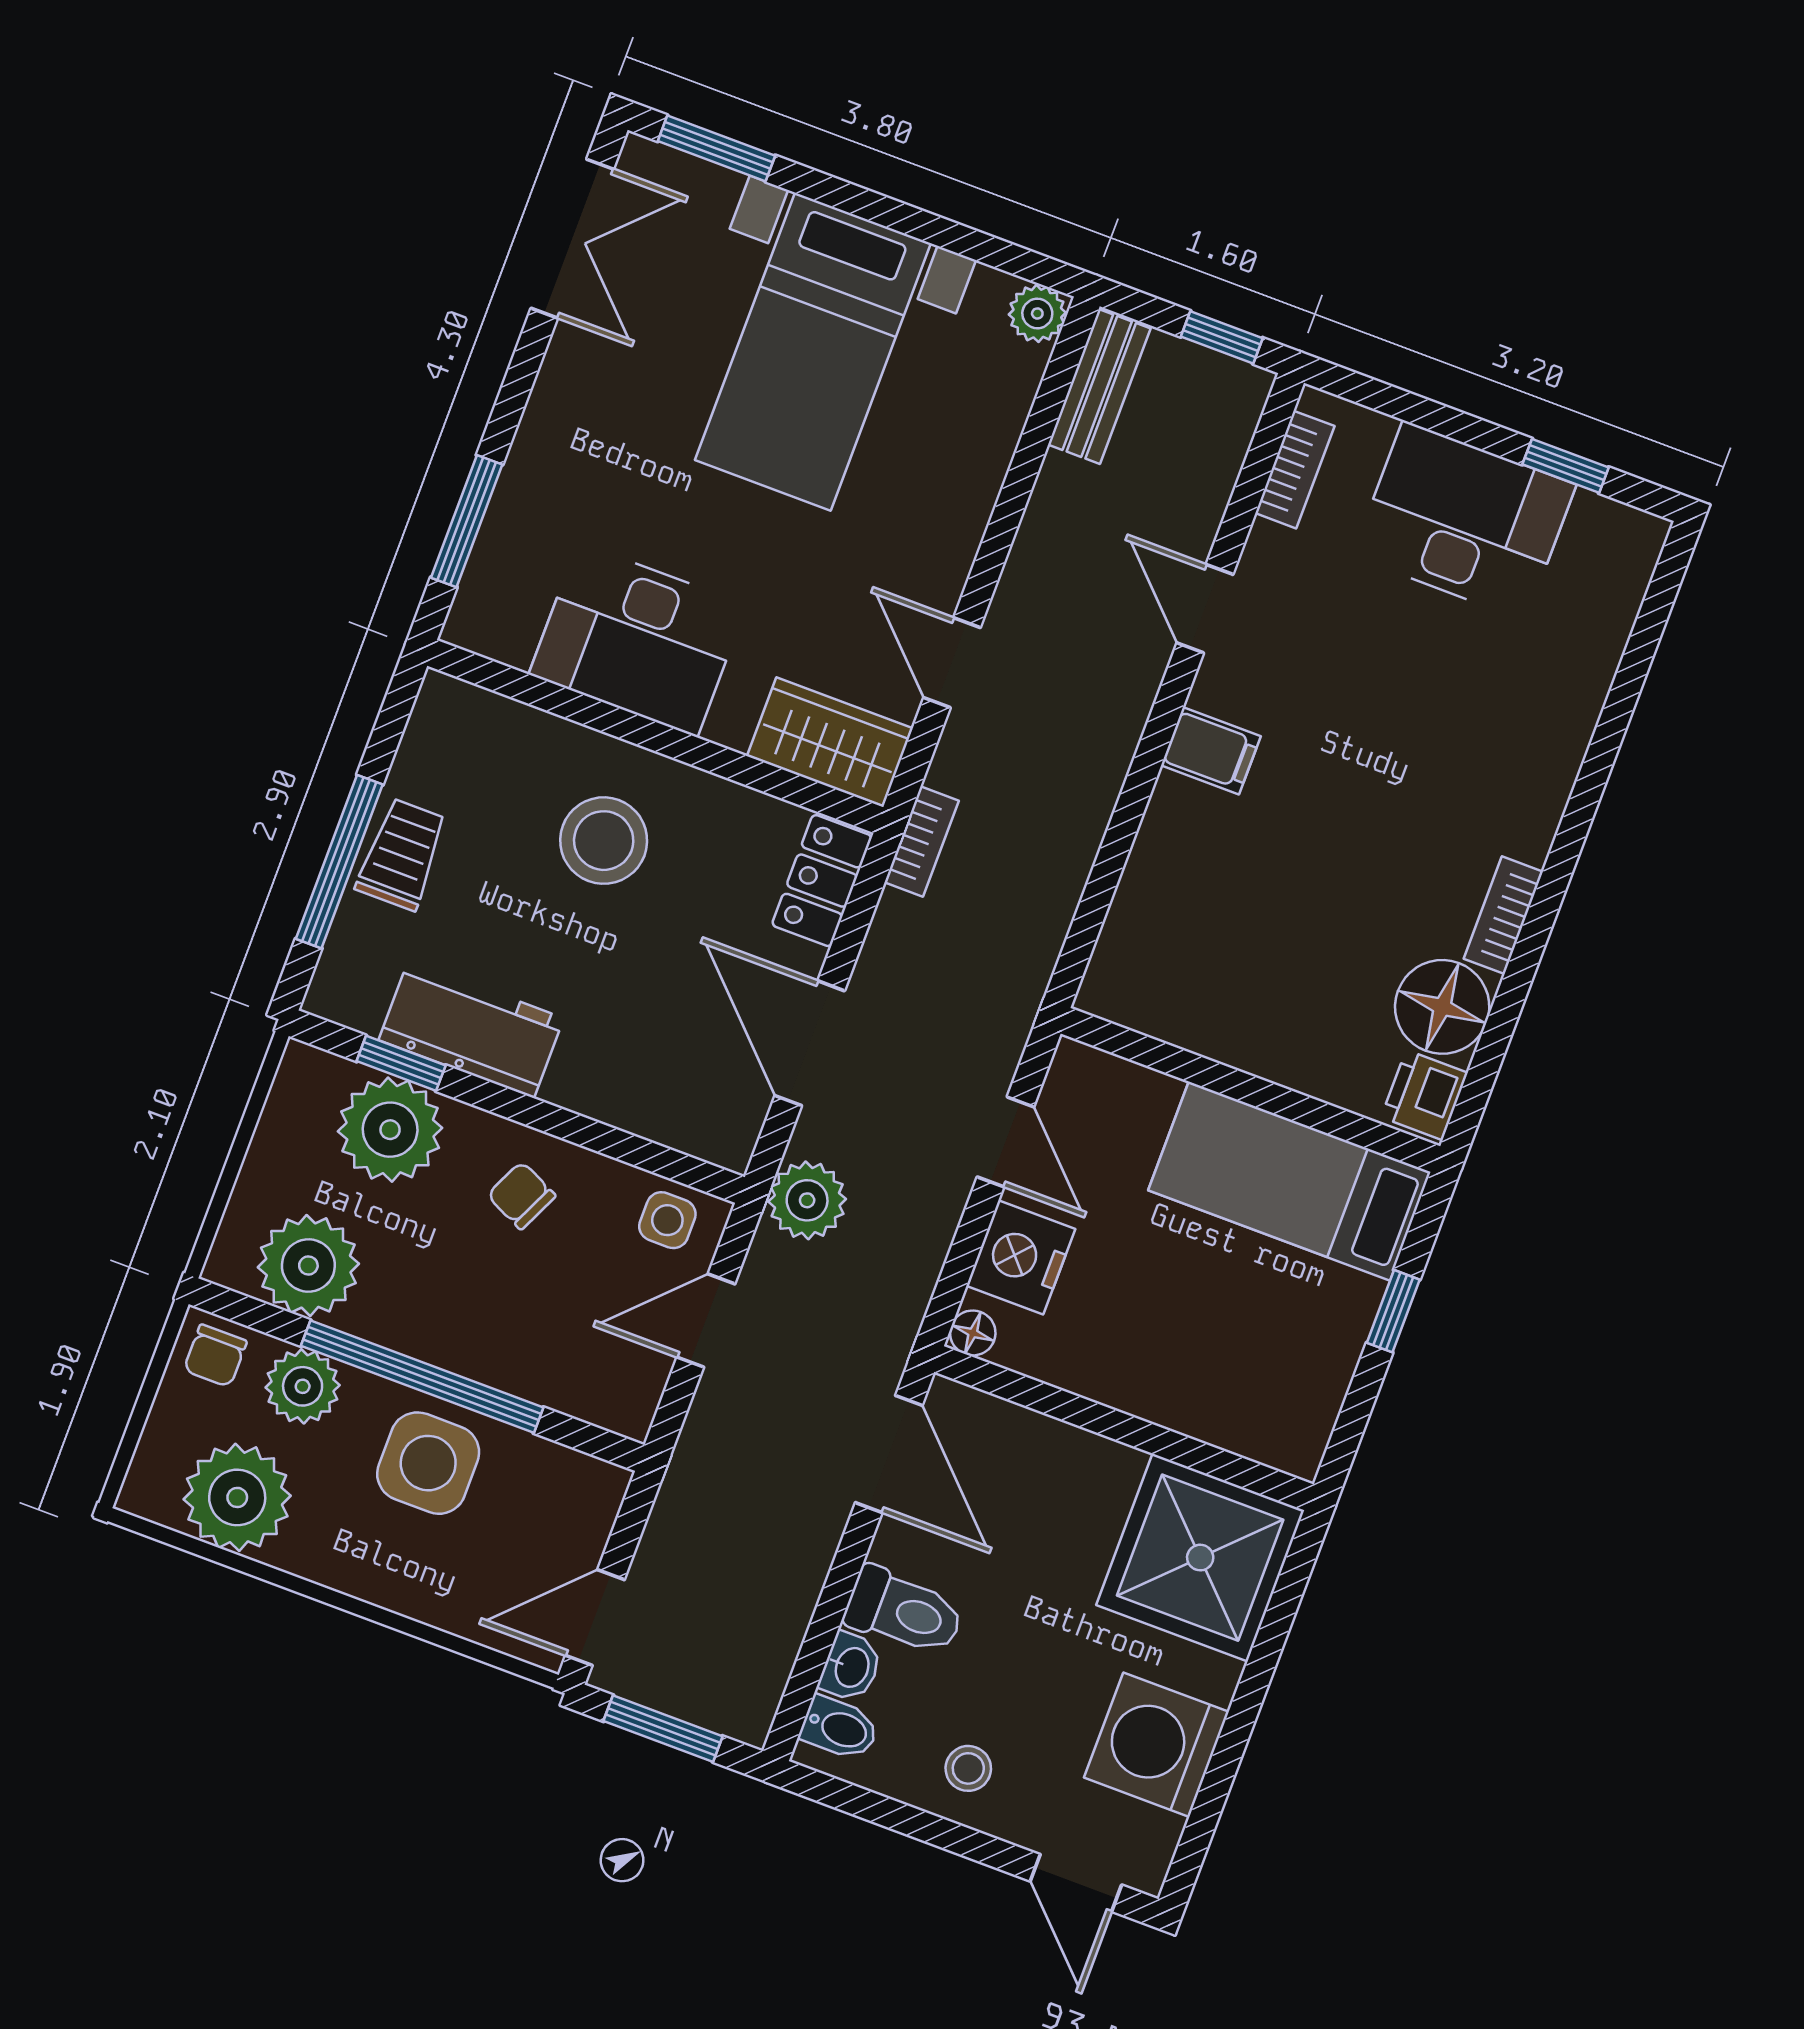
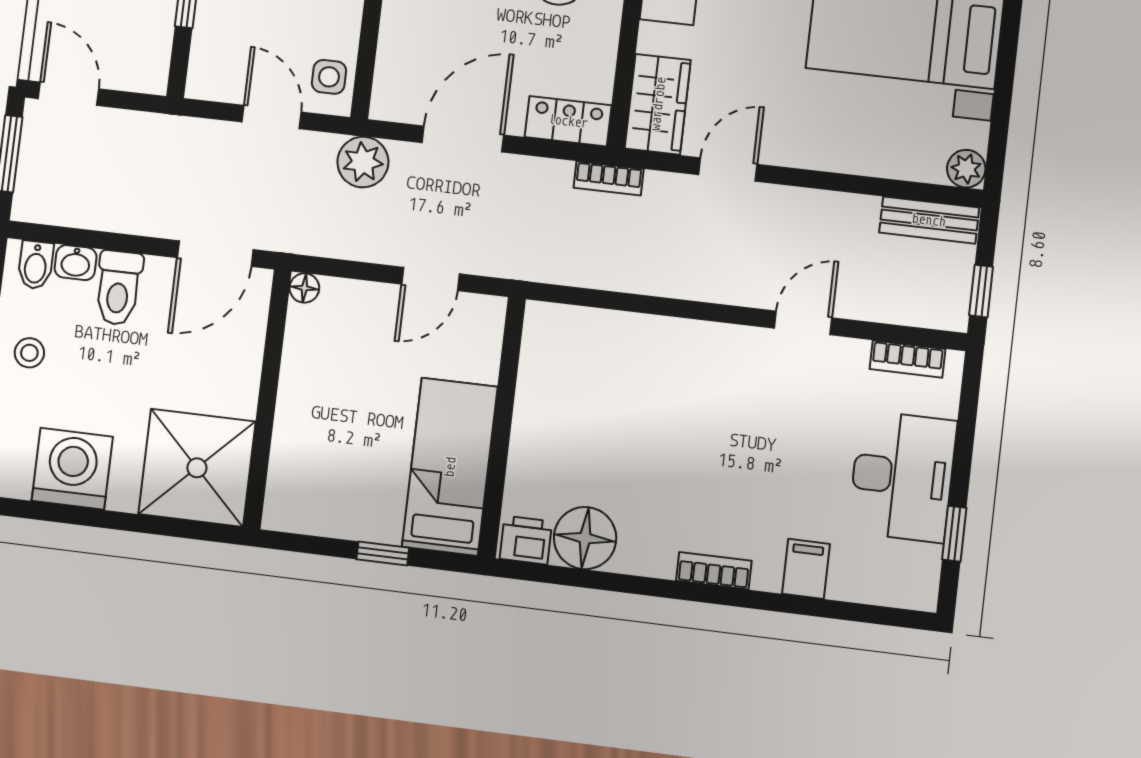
filing cabinet: (1211, 751) -> (806, 569), moved, turned 180
bookcase: (1503, 915) -> (714, 571), moved
nightstand: (1021, 1257) -> (360, 307), removed

